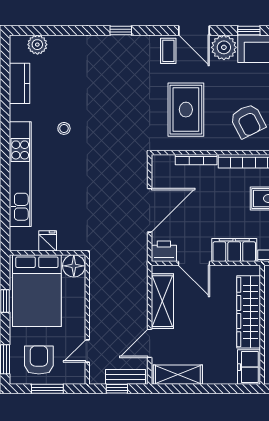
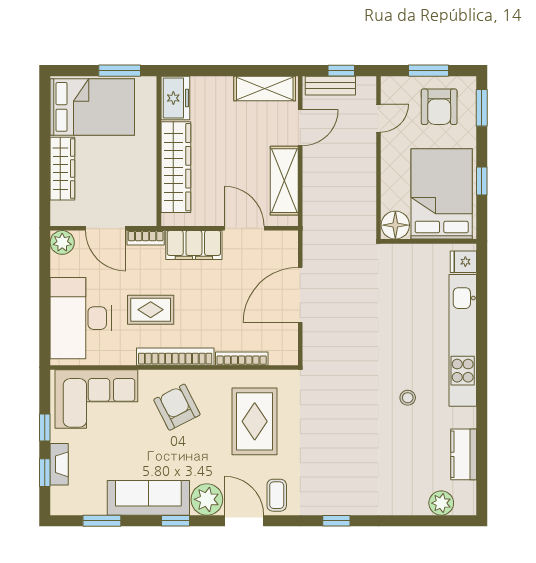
fridge: (48, 241) -> (463, 262), moved, turned 90
printer: (164, 251) -> (282, 243), removed

